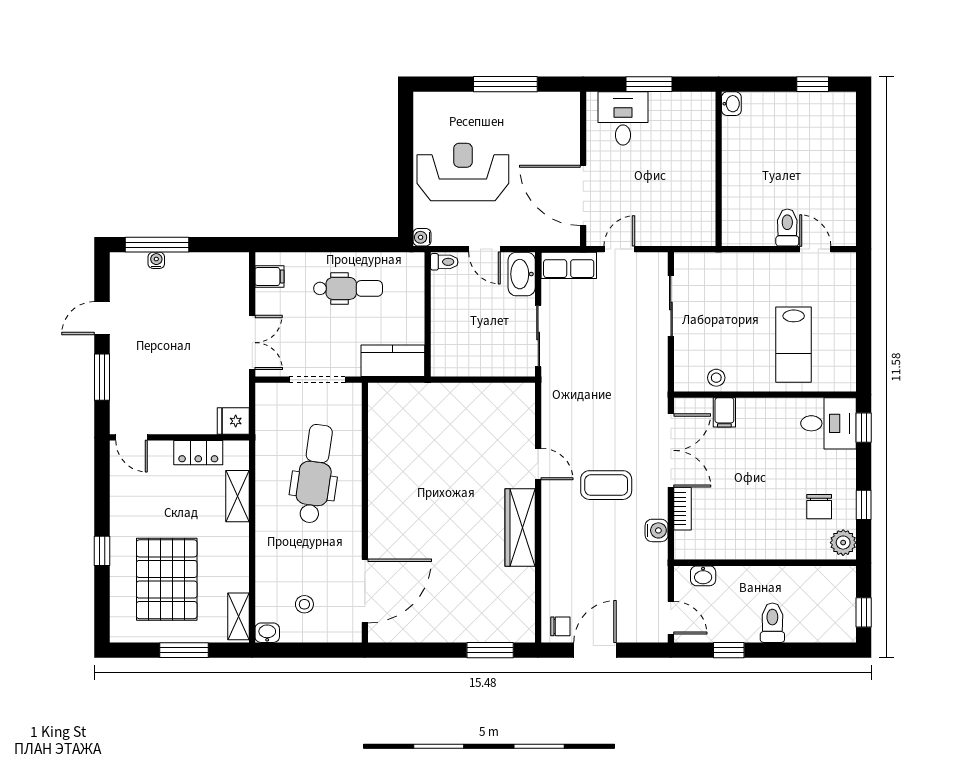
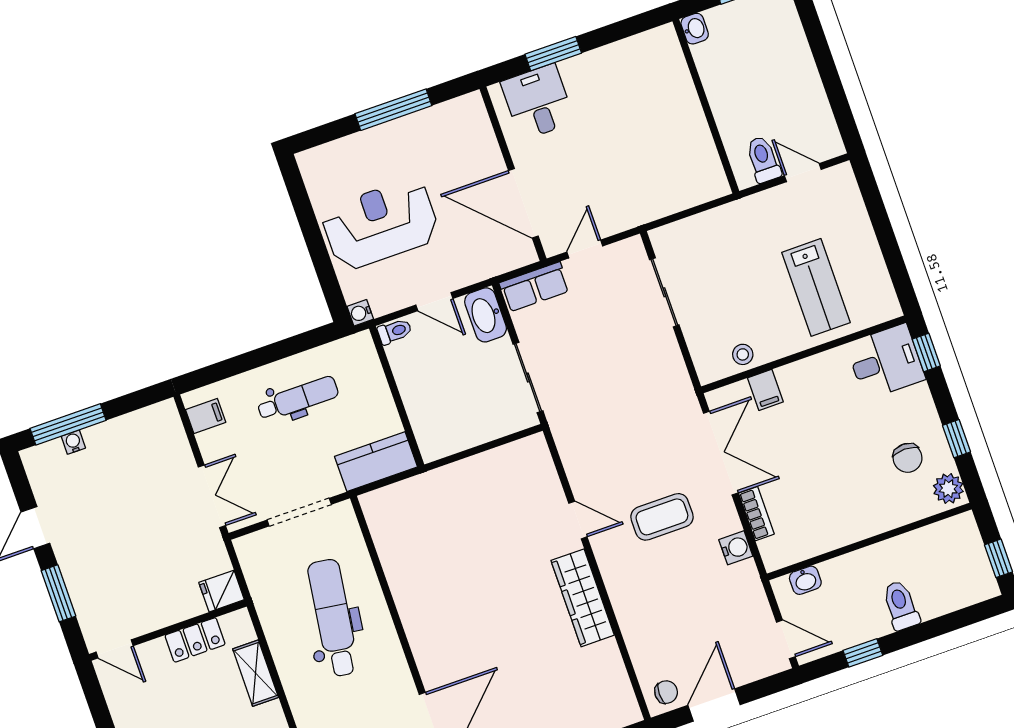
washbasin: (731, 104) -> (695, 29), moved
wall: (719, 169) -> (706, 106), moved

